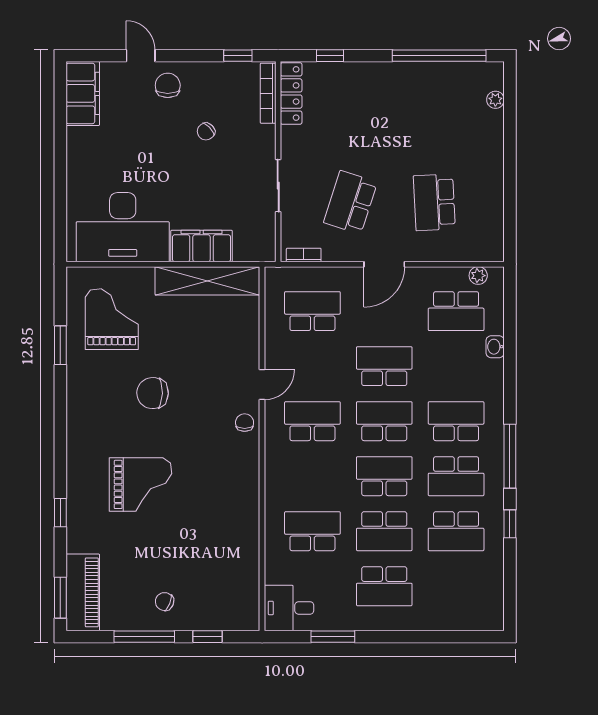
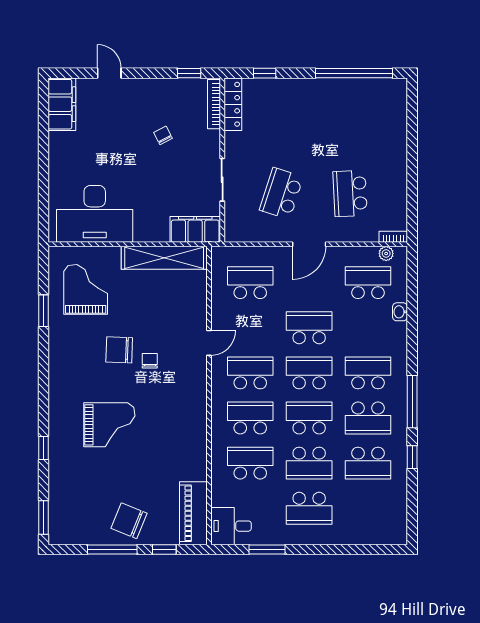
chair: (168, 85) -> (132, 98), removed
plant: (495, 100) -> (400, 109), removed
chair: (206, 131) -> (163, 135), turned 107
filing cabinet: (202, 246) -> (195, 229), moved
bookcase: (304, 255) -> (393, 237), moved
school desk: (456, 311) -> (368, 283), turned 180
chair: (245, 423) -> (150, 361), moved
school desk: (312, 476) -> (250, 418), added
piano: (83, 592) -> (193, 513), moved, turned 180
chair: (165, 602) -> (129, 521), width x1.87, depth x1.87

